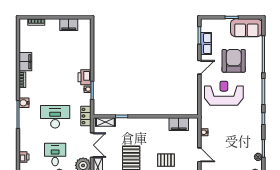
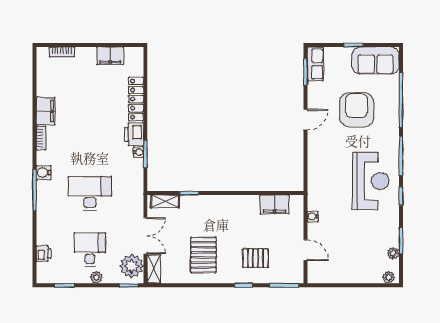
row of seats: (206, 44) -> (315, 64), moved
reception desk: (224, 93) -> (371, 181), moved, turned 90
locker: (86, 116) -> (136, 99), moved, width x1.53

